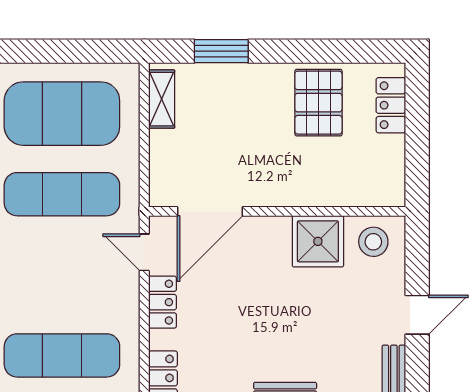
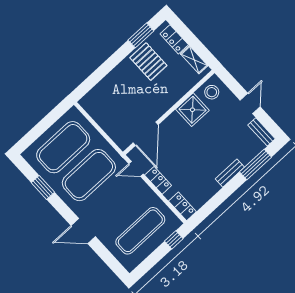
window: (221, 51) -> (141, 35), moved
shelving: (162, 99) -> (194, 60), moved
exercise mat: (62, 194) -> (89, 175), width x1.47

